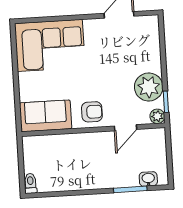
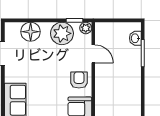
floor lamp: (148, 48) -> (31, 32), added

